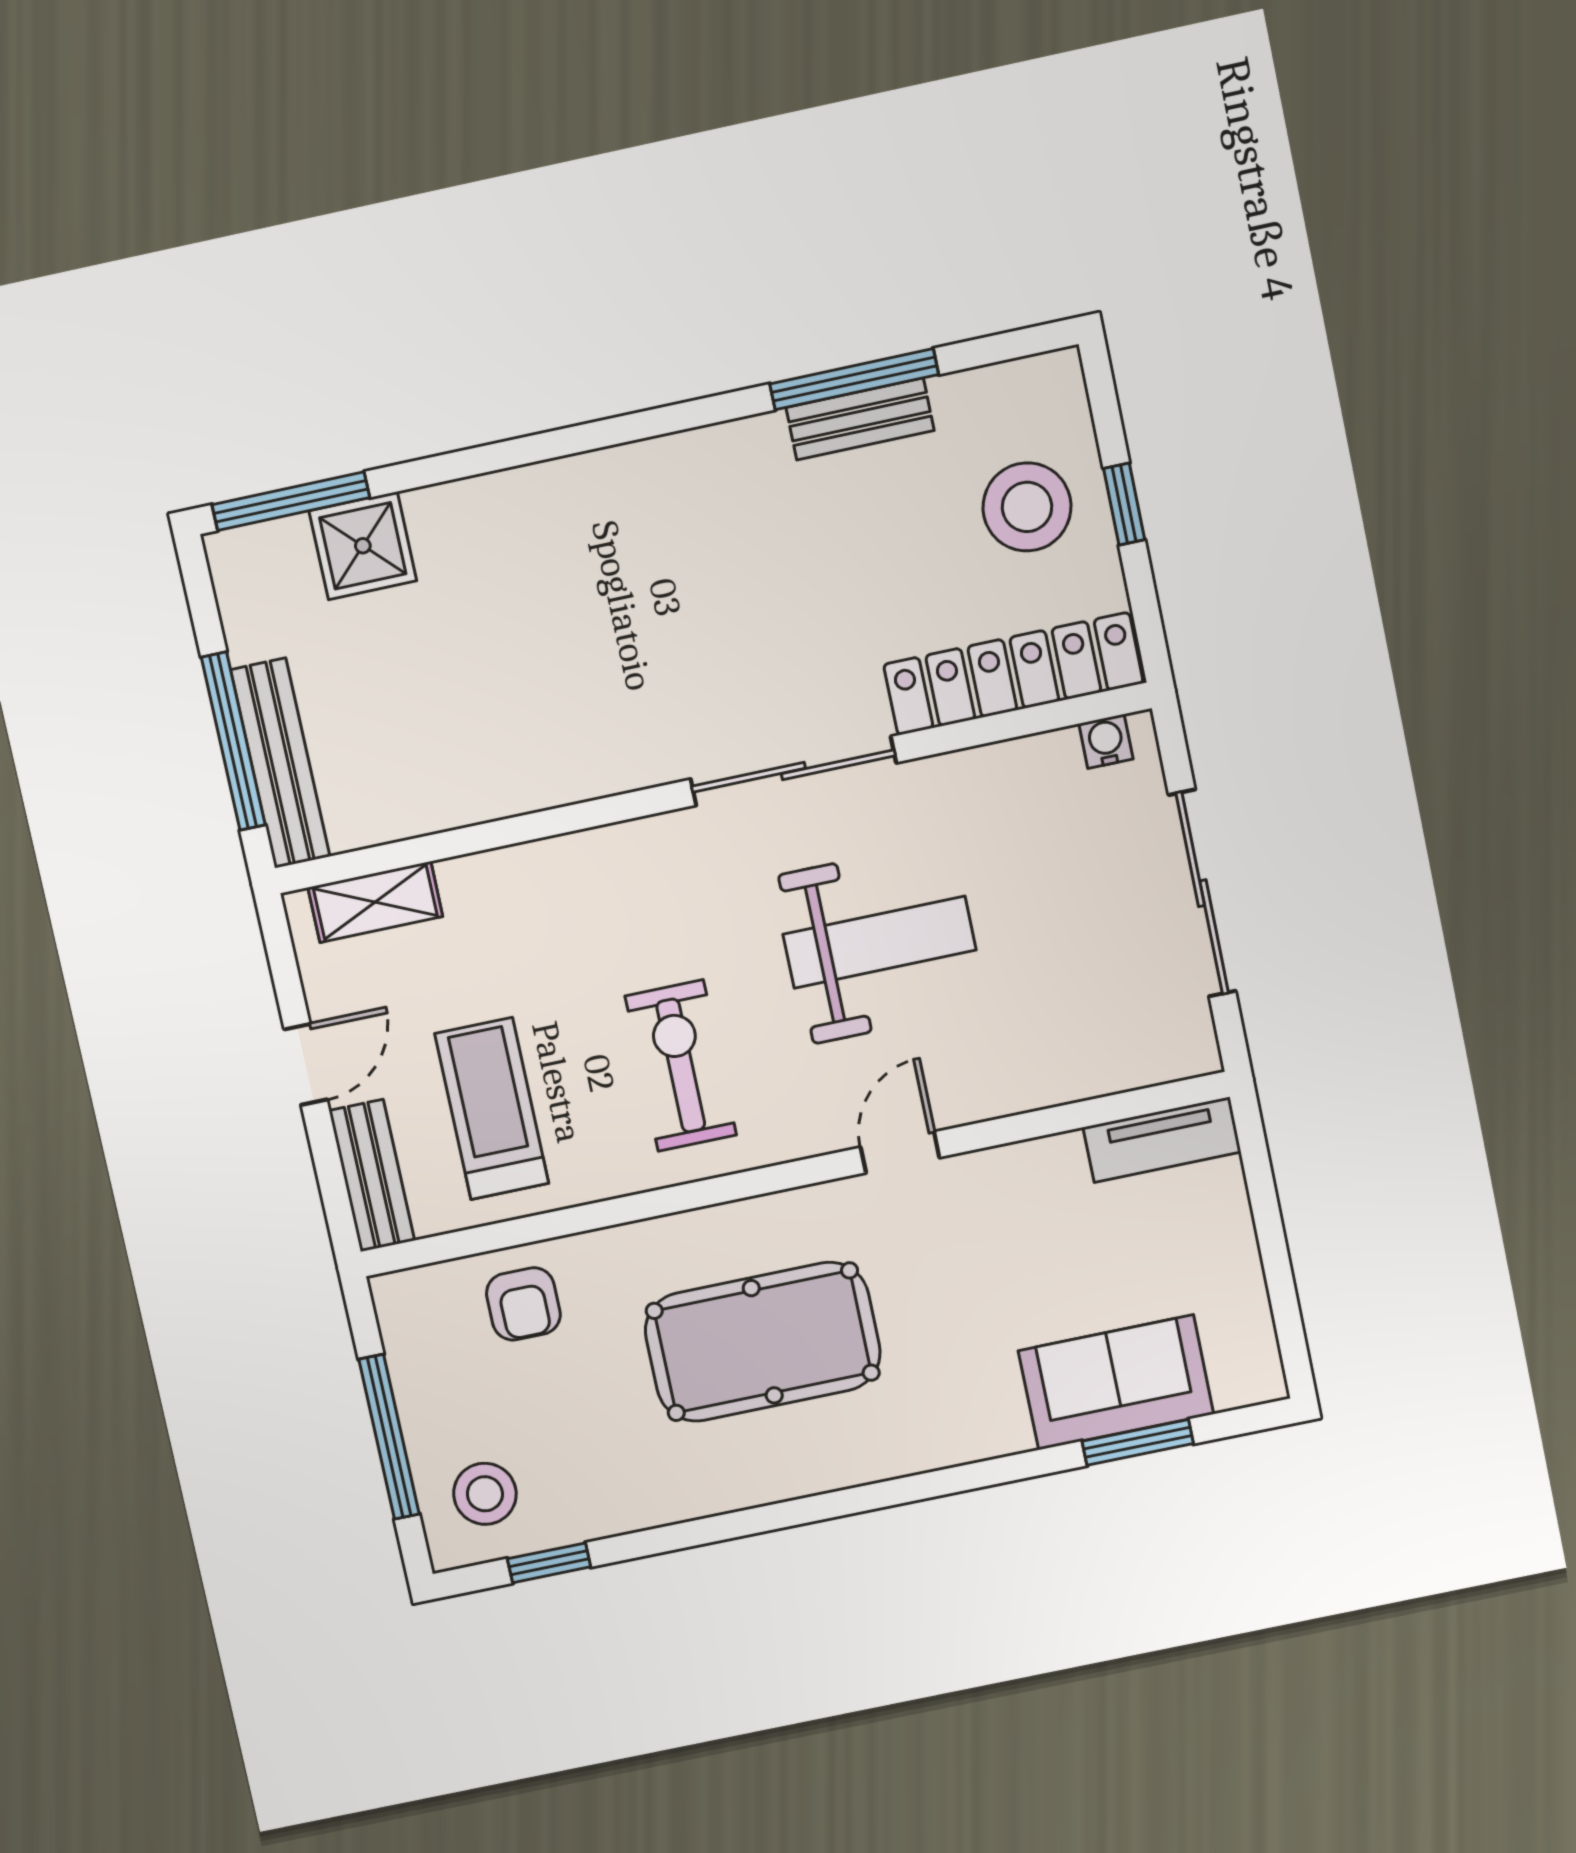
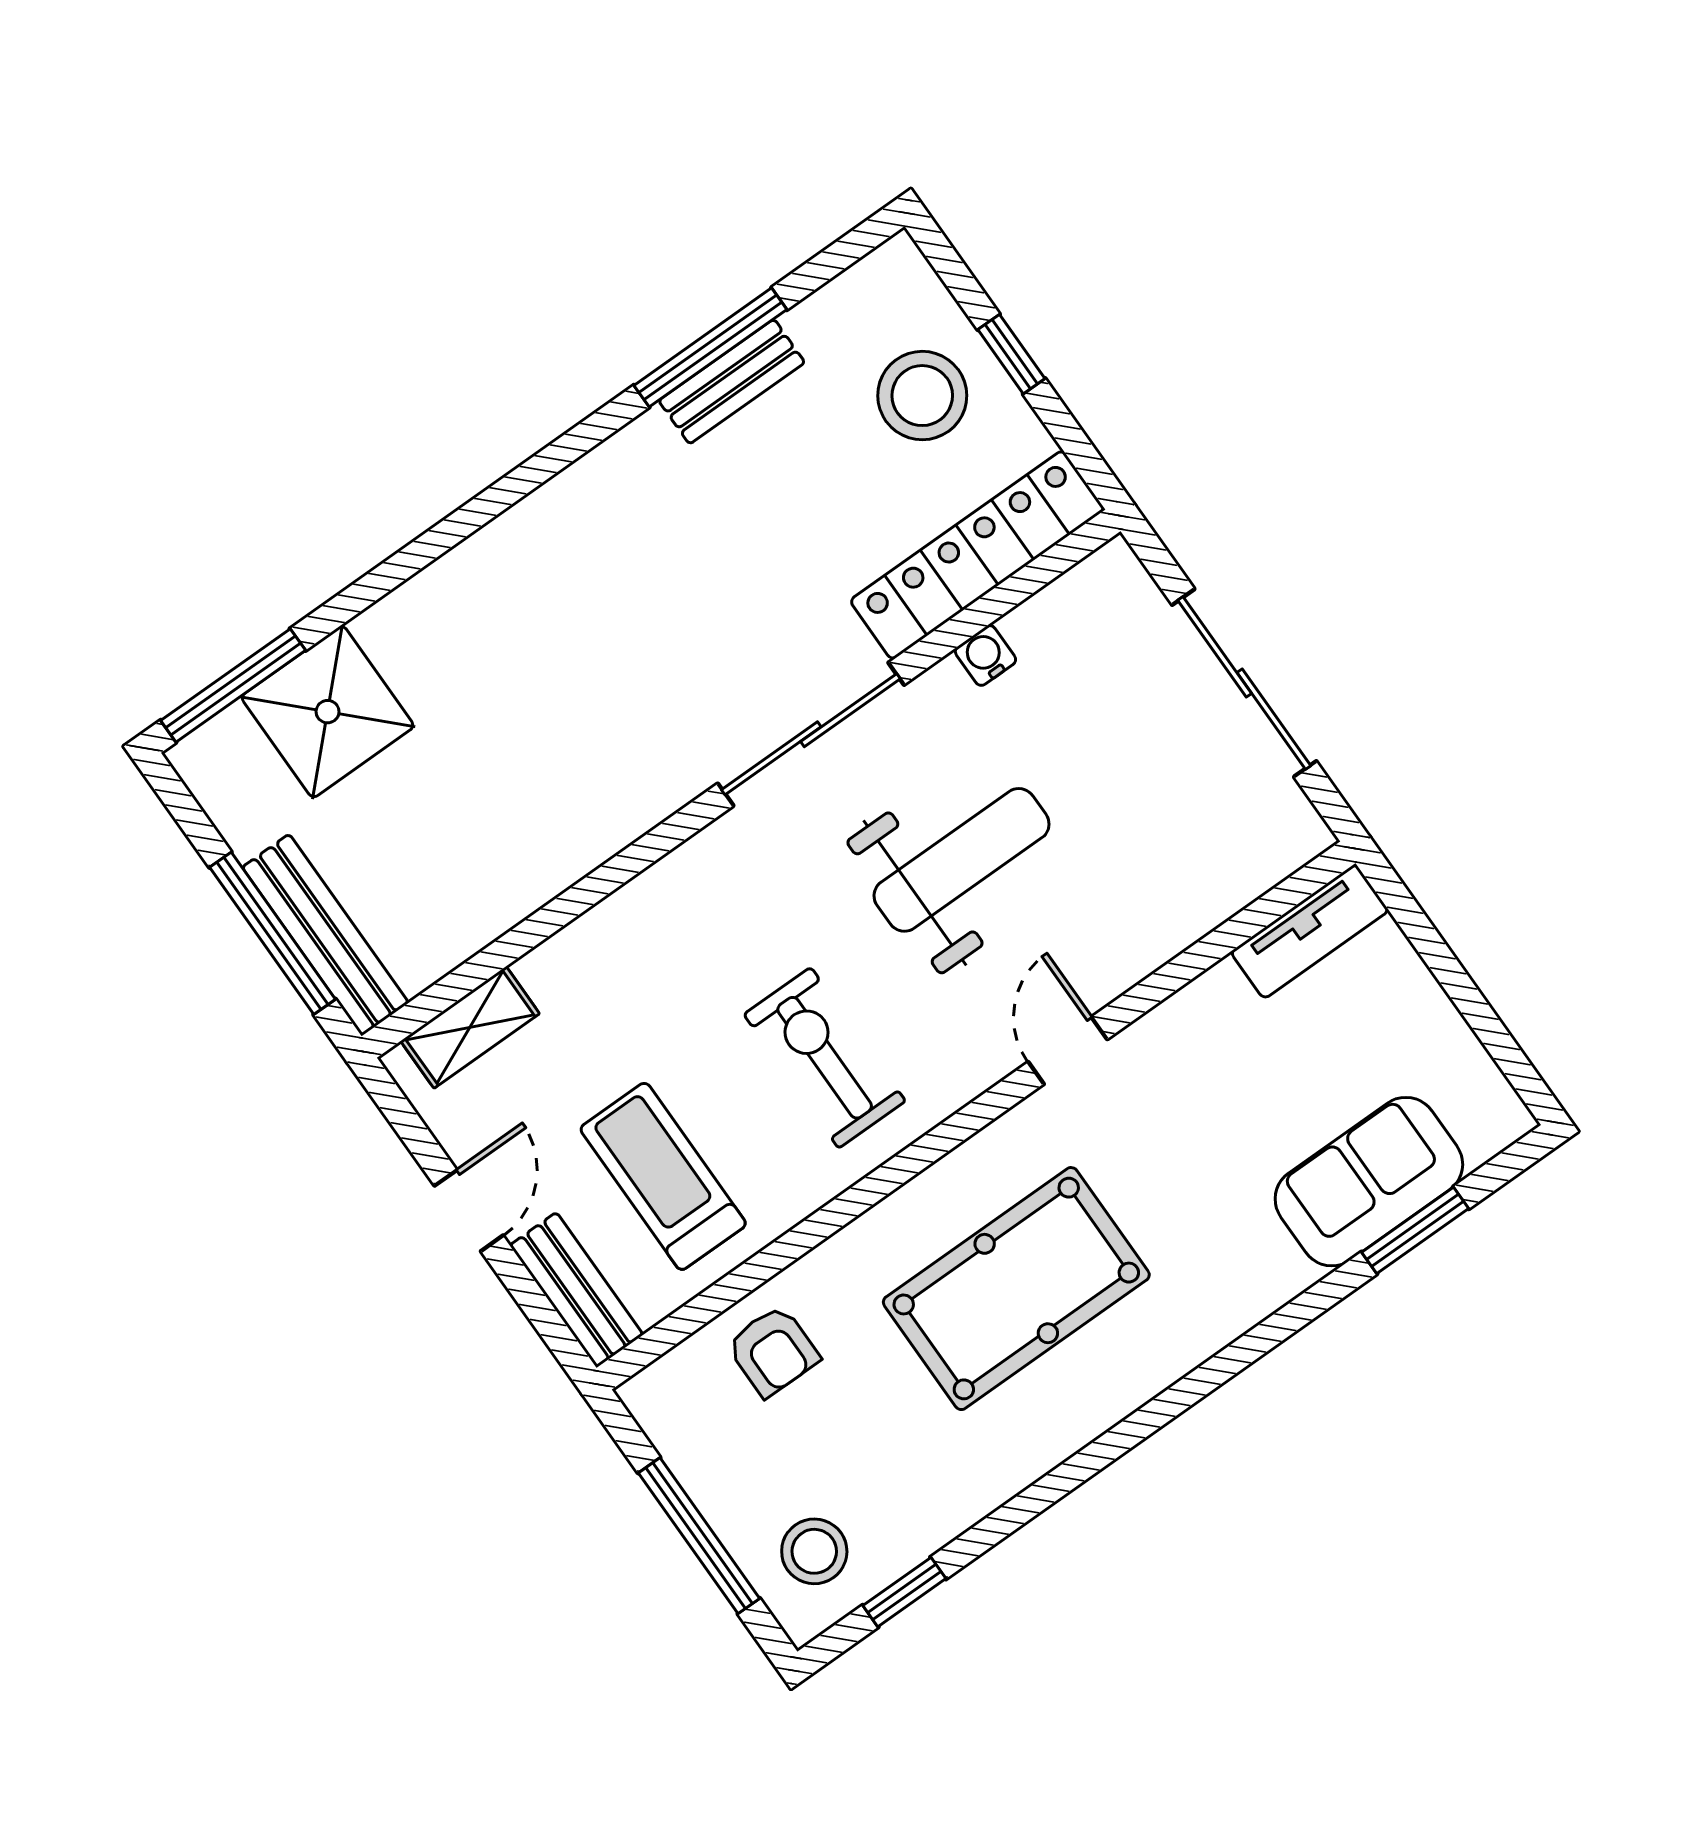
shower: (363, 546) -> (328, 712), width x1.36, depth x1.36
water cooler: (1106, 741) -> (985, 655), moved

